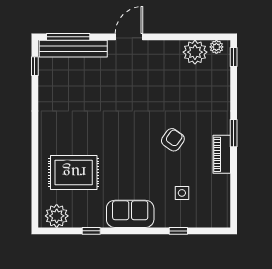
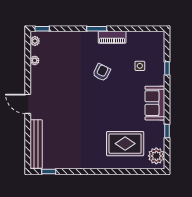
window: (68, 37) -> (28, 148), removed
plant: (195, 52) -> (35, 60), width x0.53, depth x0.53
armchair: (173, 140) -> (102, 72), turned 81
rug: (74, 172) -> (125, 144), turned 90

